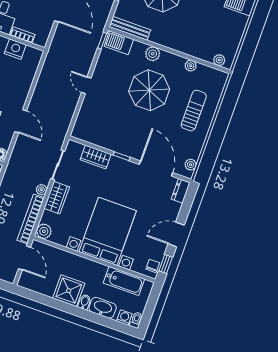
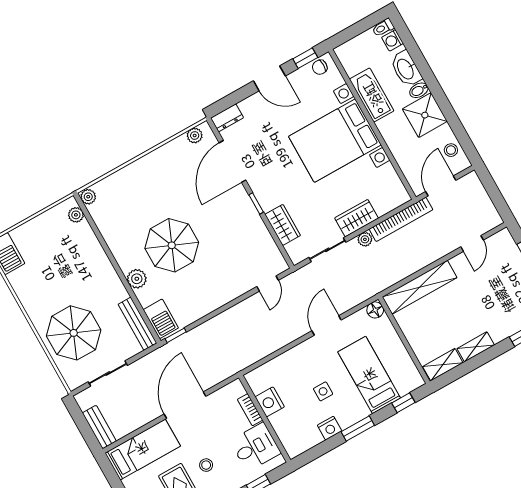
plant: (191, 66) -> (88, 197), moved
door: (86, 85) -> (268, 283), moved
sun lounger: (194, 111) -> (145, 187), removed
plant: (44, 231) -> (398, 196), removed
bathtub: (124, 281) -> (372, 95), moved
stool: (36, 284) -> (451, 150), added

